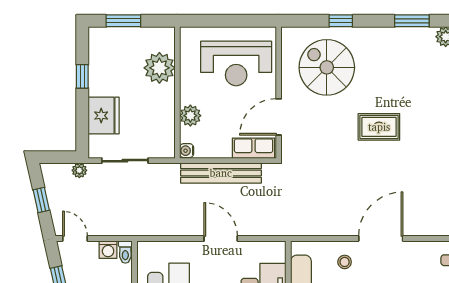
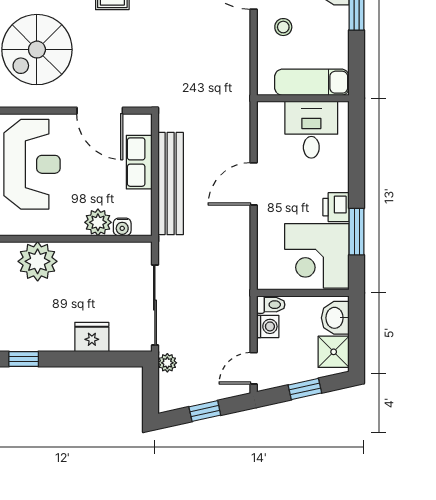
window: (82, 76) -> (24, 359), moved
fridge: (104, 116) -> (92, 337), width x0.73, depth x0.75
row of seats: (254, 148) -> (139, 162), moved
water cooler: (187, 151) -> (122, 227), moved
sliding door: (125, 161) -> (155, 305), width x1.37

